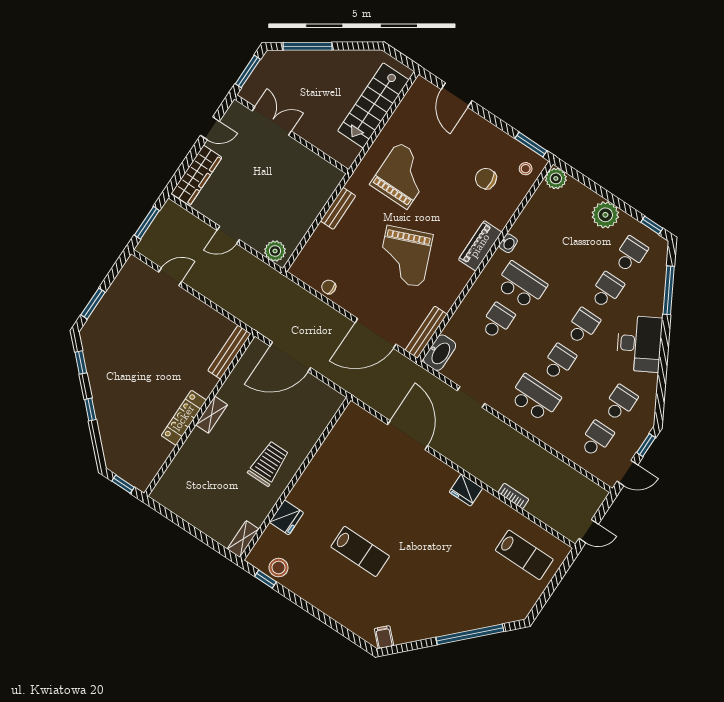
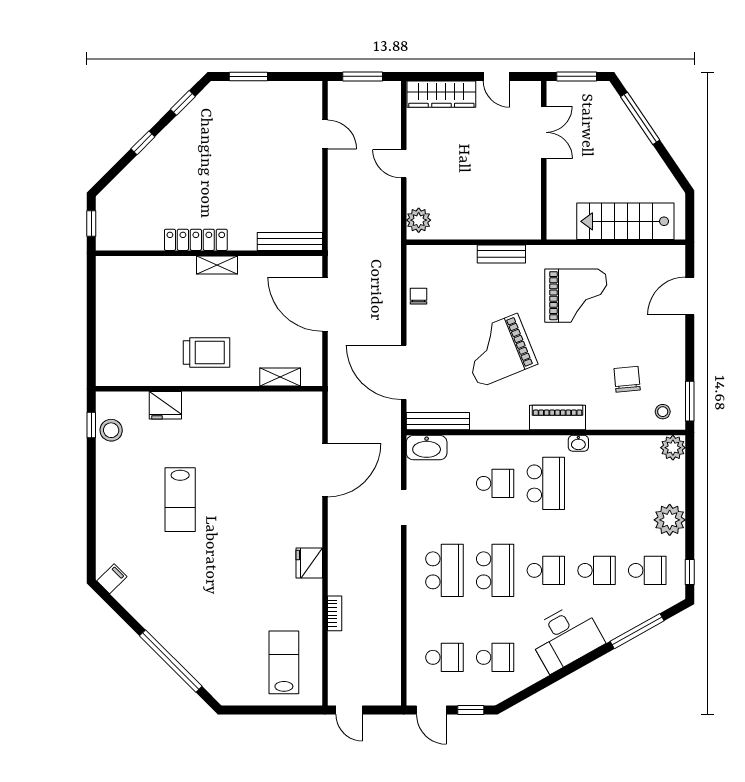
school desk: (559, 362) -> (495, 570), width x1.85
shelving: (243, 539) -> (280, 377), moved
lab bench: (524, 555) -> (284, 662), turned 180

